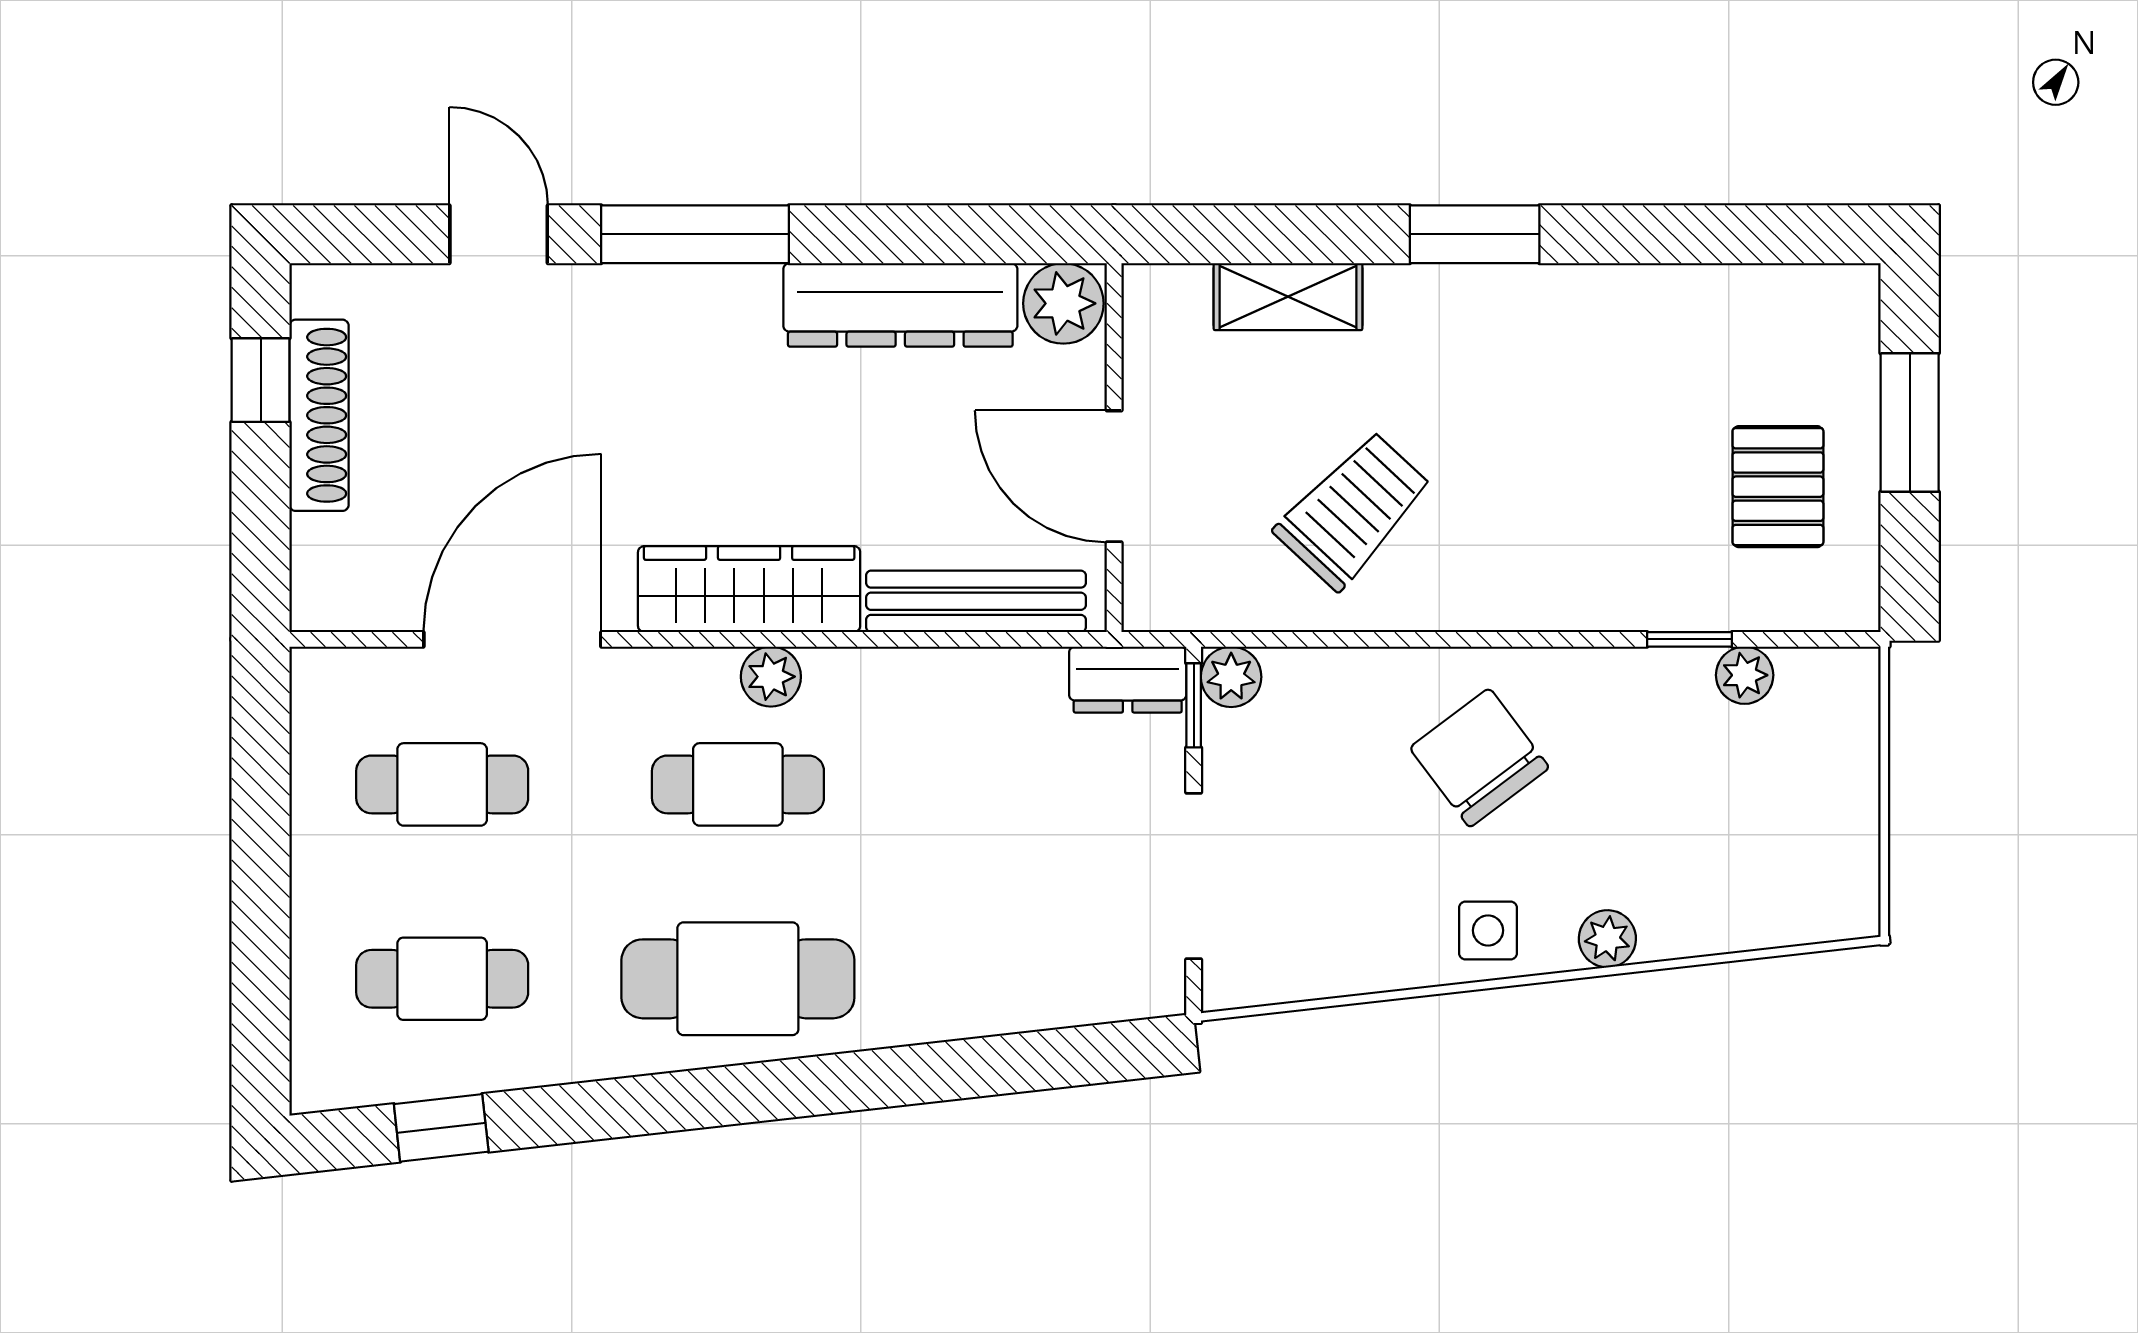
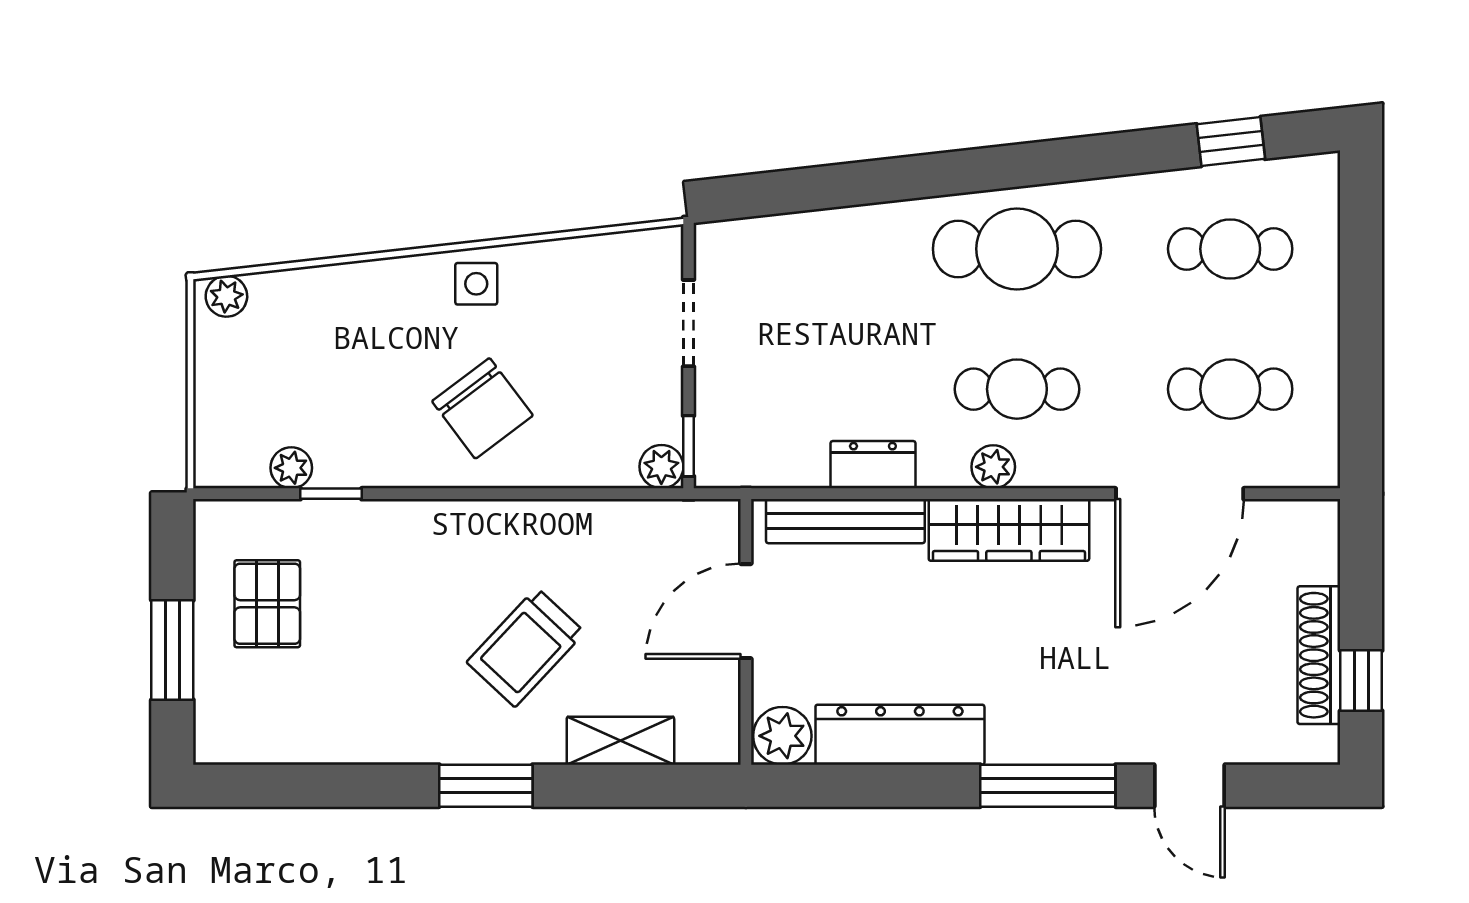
door: (1114, 476) -> (746, 611), swing flipped
trolley: (1353, 510) -> (526, 647), moved
dresser: (1128, 680) -> (873, 465), moved
doorway: (1194, 876) -> (688, 323), width x0.73
plant: (1607, 939) -> (226, 296), moved

